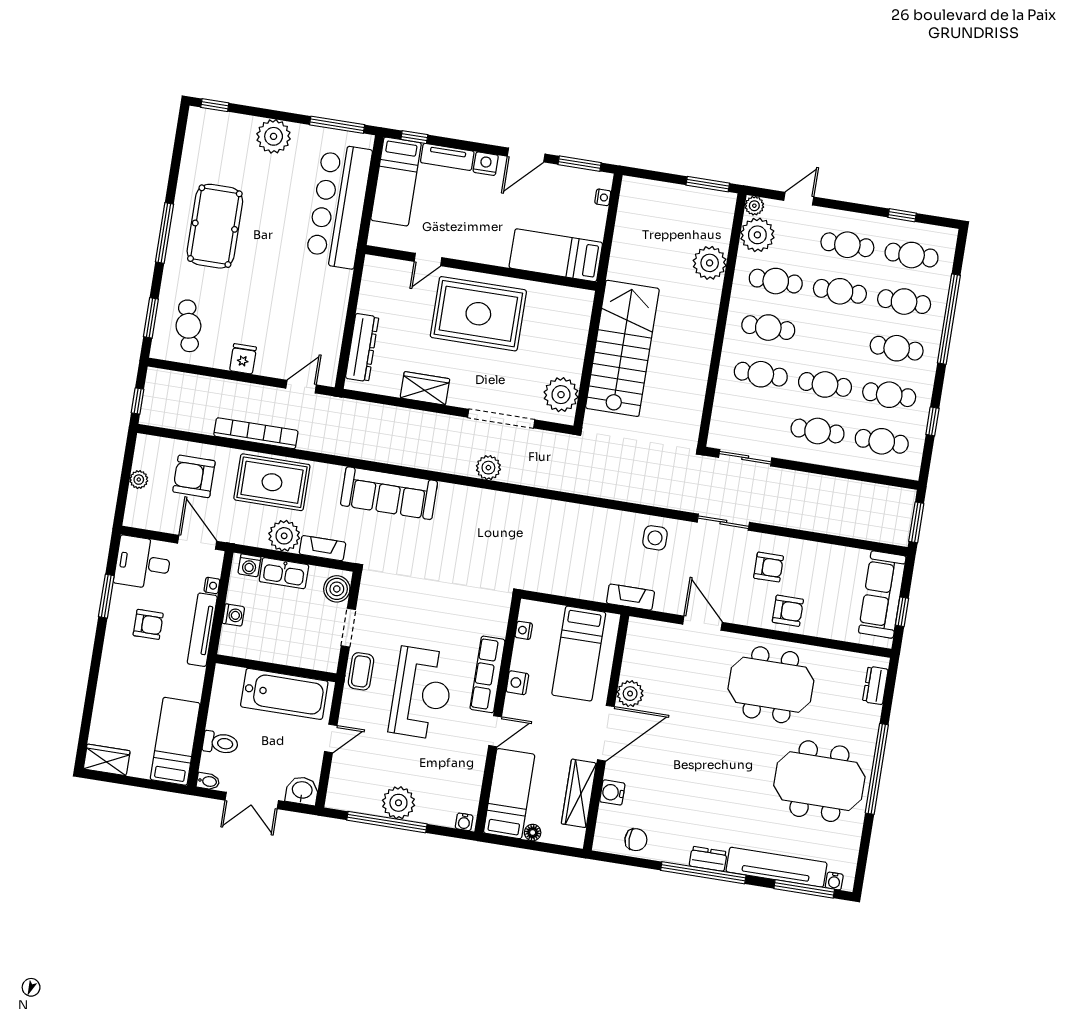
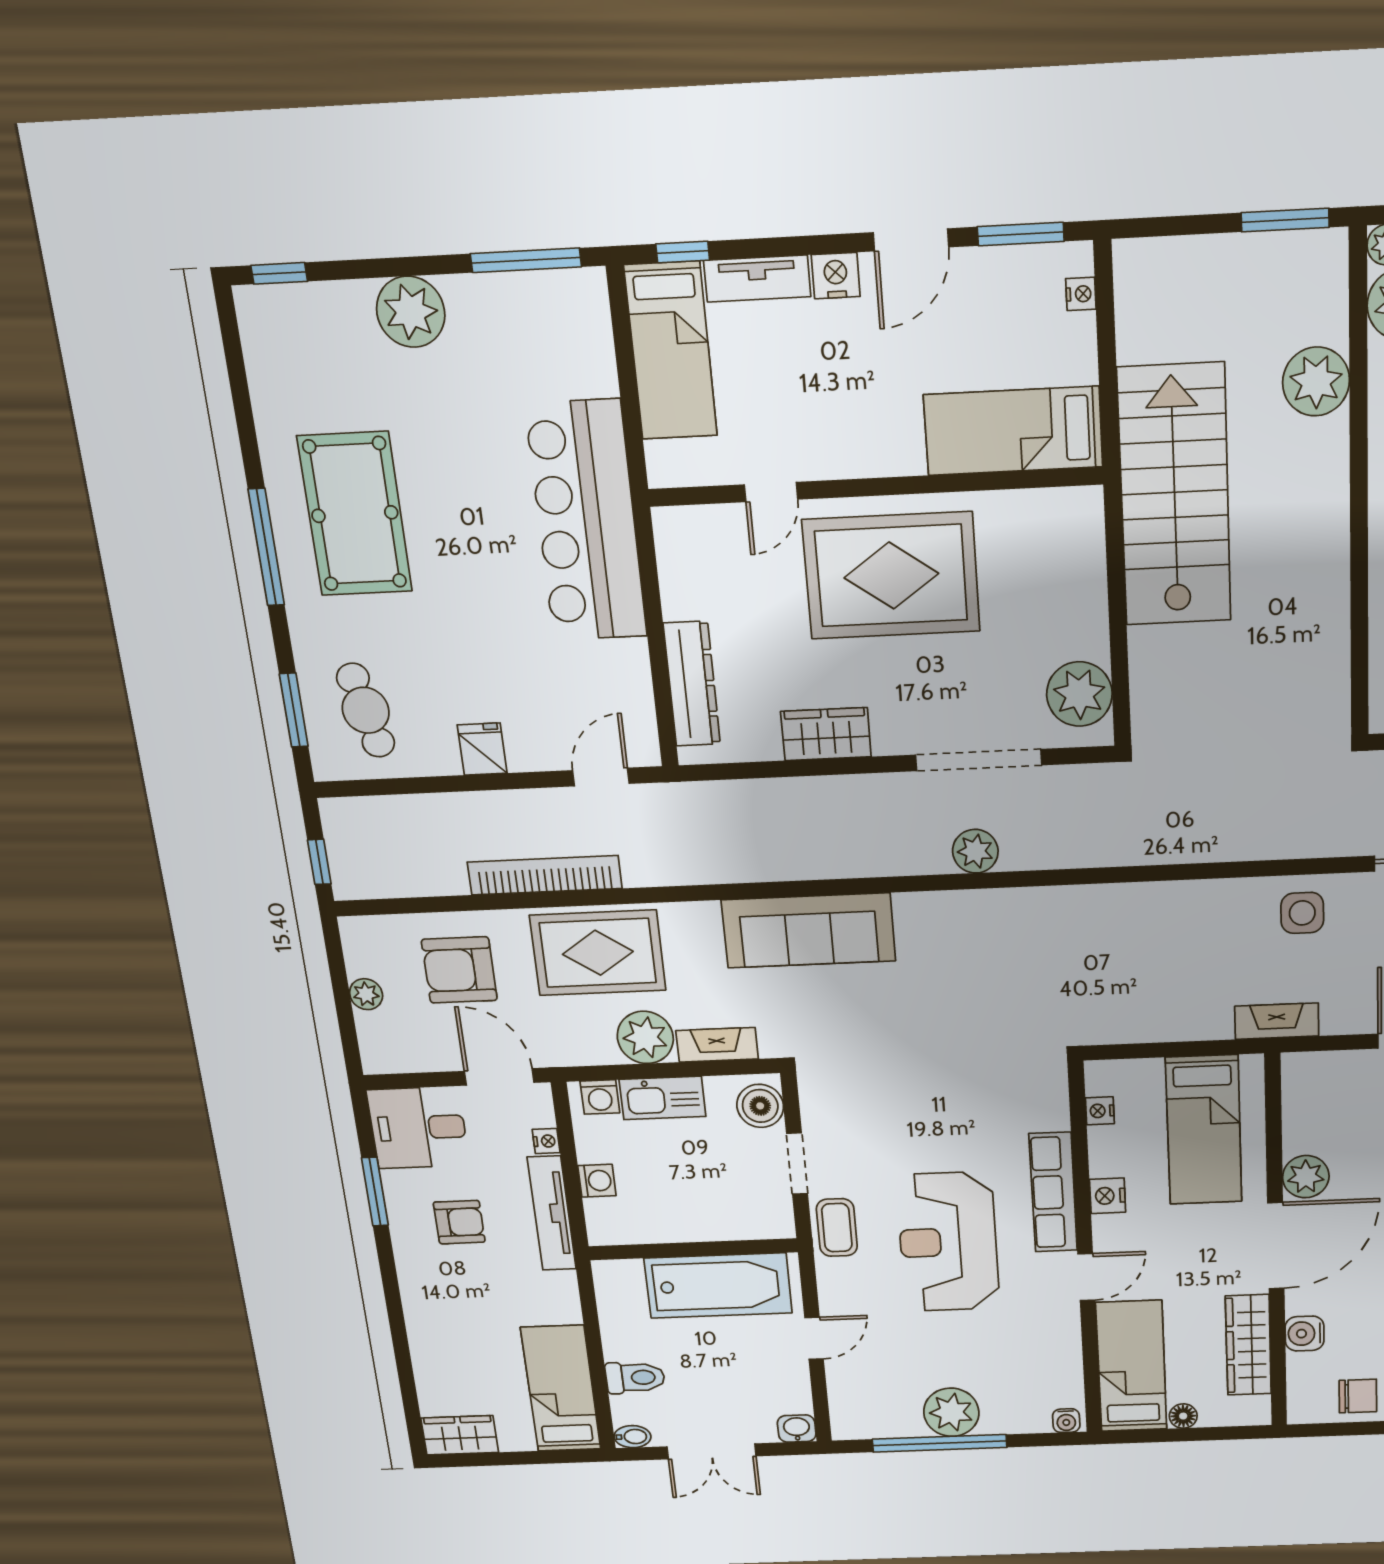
bar counter: (339, 206) -> (587, 521), moved
stairs: (622, 348) -> (1175, 496), moved
reception desk: (422, 693) -> (948, 1242), turned 180
washbasin: (302, 791) -> (797, 1429), width x0.72, depth x0.69

